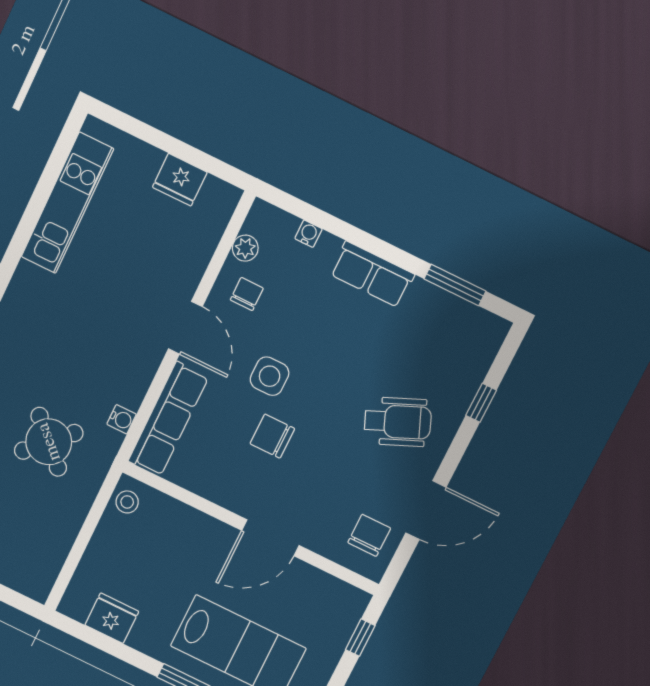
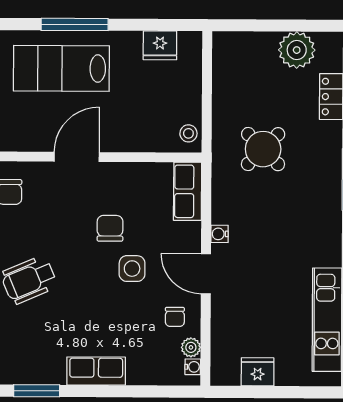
water cooler: (308, 234) -> (193, 367), moved, turned -90
water cooler: (122, 419) -> (220, 234), moved
row of seats: (168, 419) -> (188, 191), width x0.68
chair: (272, 436) -> (110, 228), turned -90

